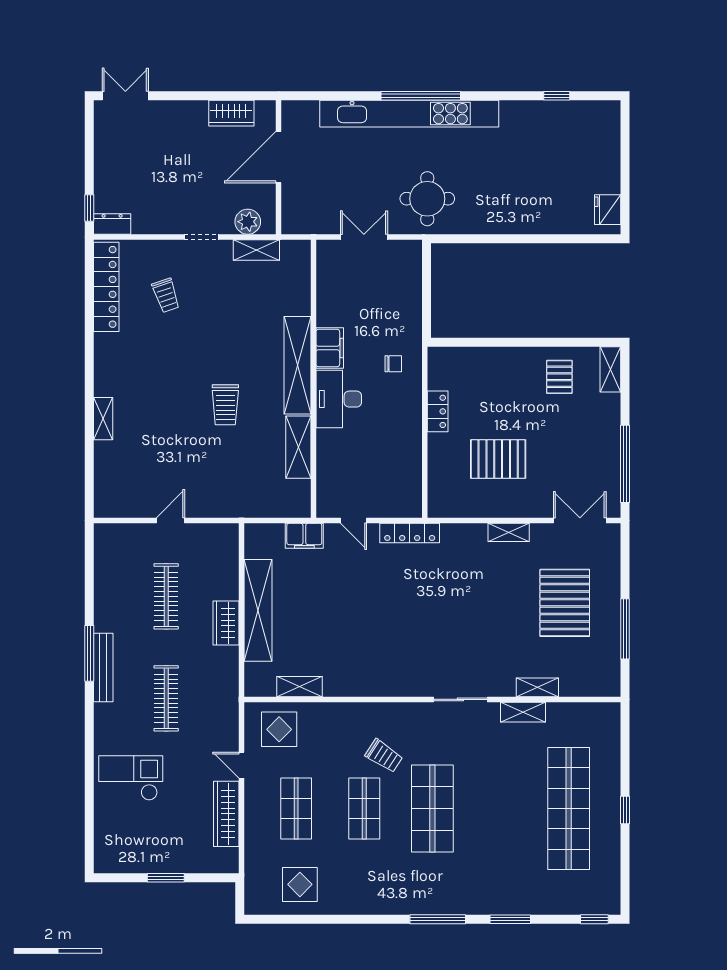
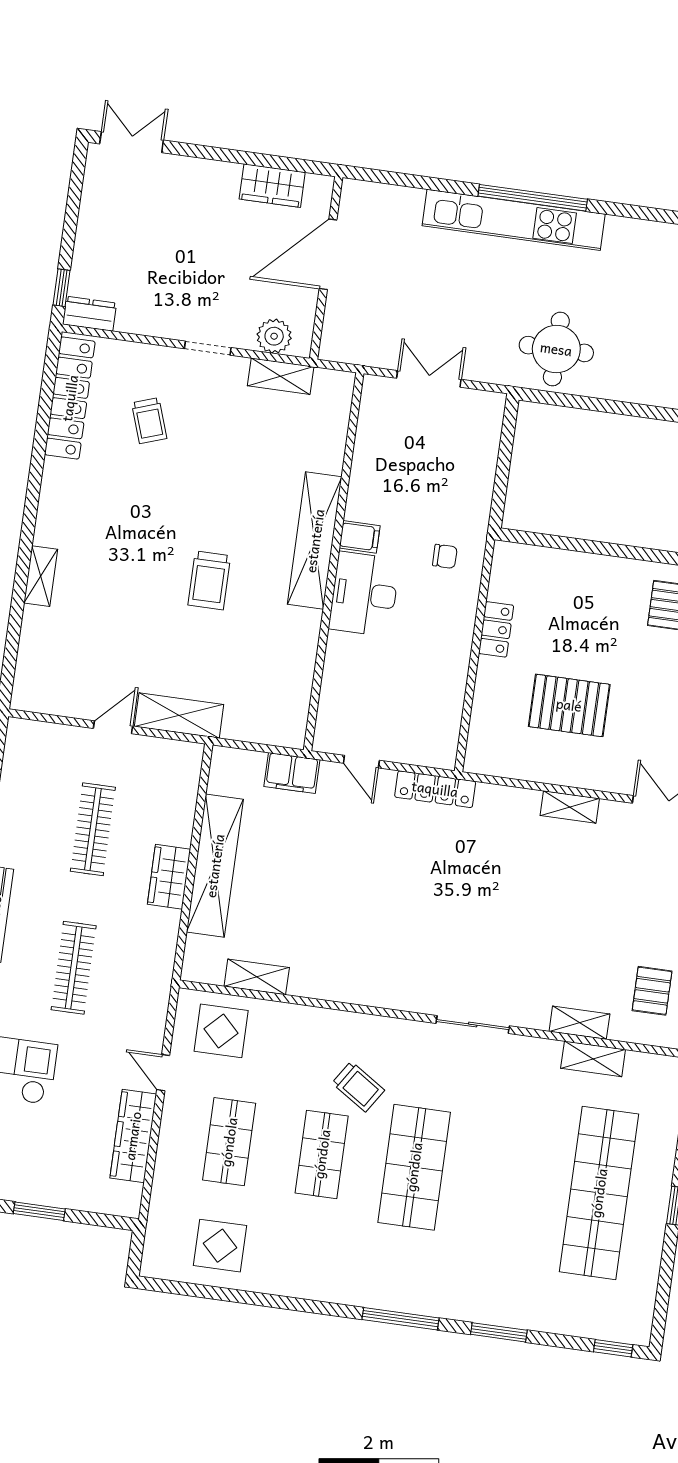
kitchen unit: (409, 114) -> (514, 220), width x0.73
round table: (427, 199) -> (556, 349), moved
filing cabinet: (330, 348) -> (360, 537), width x0.50
shelving: (298, 447) -> (179, 716), moved, turned 90
pallet: (565, 603) -> (652, 991), moved, width x0.49, depth x0.50
shelving: (523, 712) -> (593, 1059), moved

